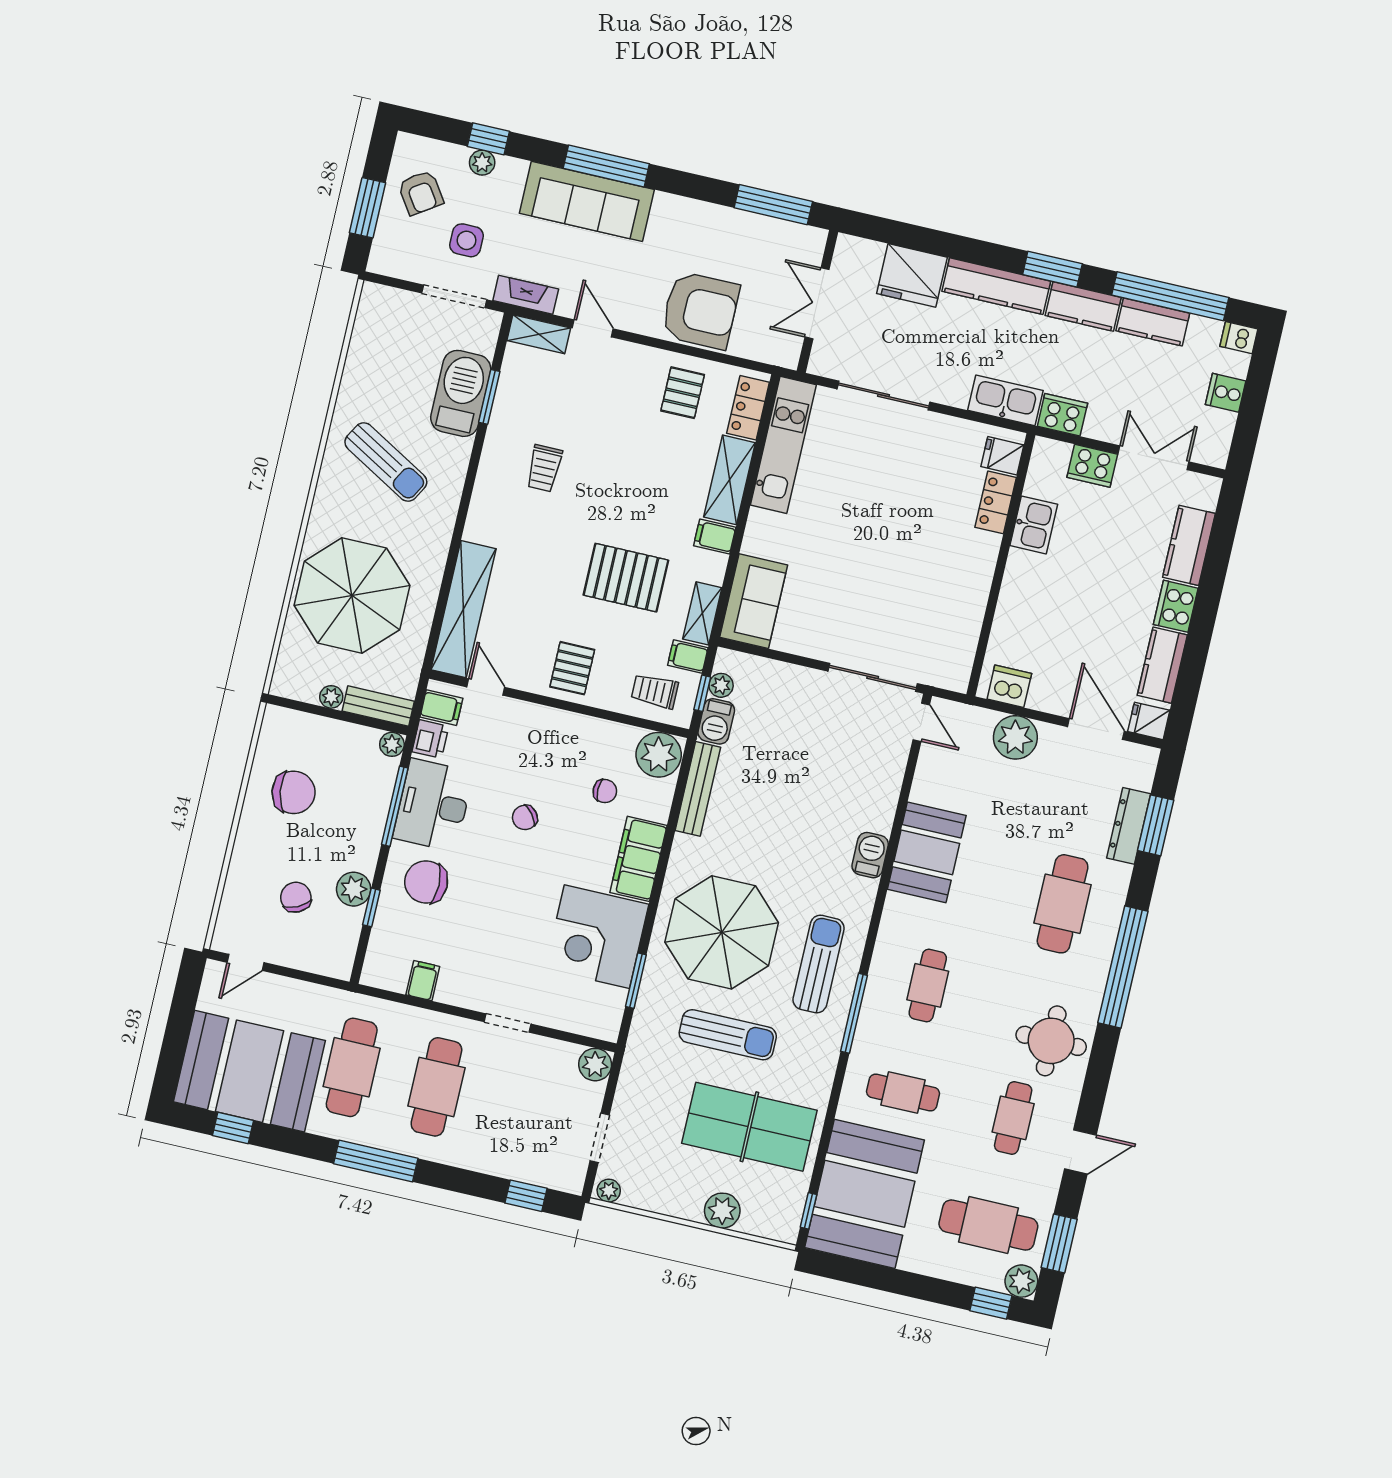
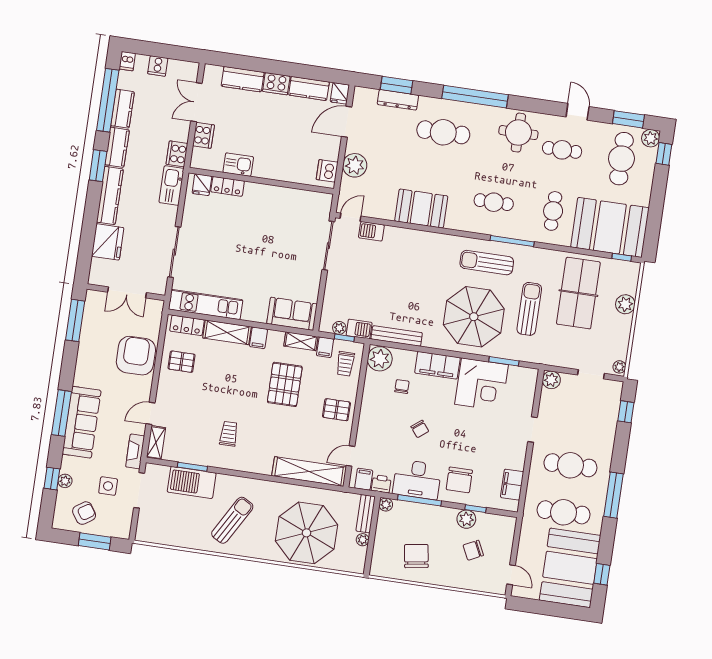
trolley: (544, 468) -> (229, 434), turned -90
barbecue: (870, 855) -> (371, 231), moved
filing cabinet: (423, 981) -> (512, 485), width x2.00

